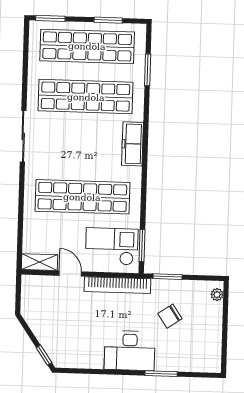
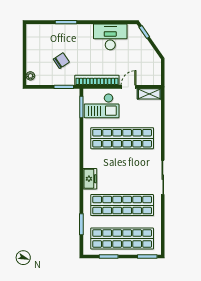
freezer: (133, 144) -> (90, 179), width x0.71
door: (70, 274) -> (129, 87), swing flipped
desk: (130, 351) -> (110, 37), moved

